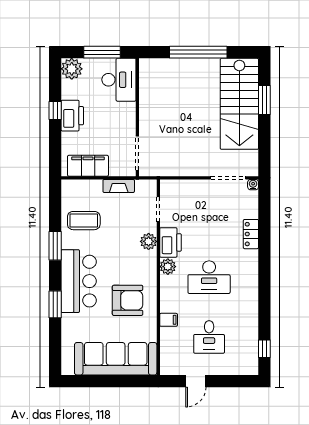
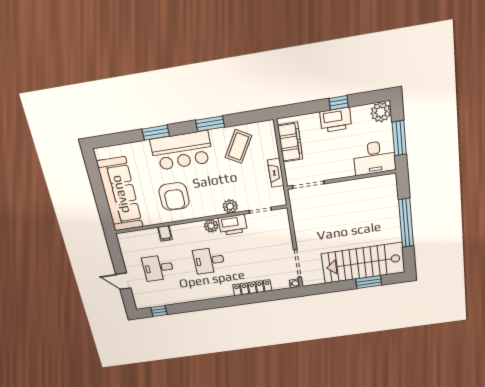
coffee table: (84, 221) -> (238, 146), turned 30
locker: (251, 234) -> (252, 288), width x1.53
desk: (209, 277) -> (209, 260), width x0.73
door: (196, 381) -> (123, 281), moved

